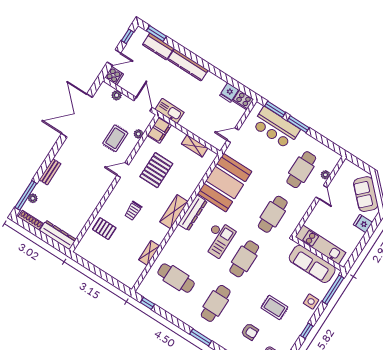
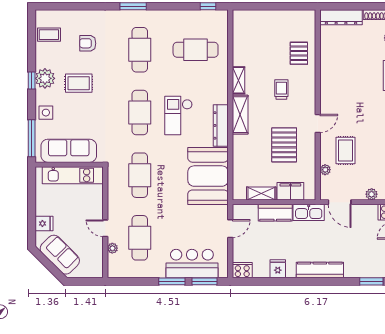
kitchen counter: (158, 46) -> (275, 213), moved, turned 180
fridge: (229, 93) -> (278, 269), moved
filing cabinet: (159, 130) -> (290, 191), moved, turned 90
pallet: (104, 229) -> (299, 53), turned 90
shelving: (149, 253) -> (239, 80), moved
plant: (296, 326) -> (45, 78), added

